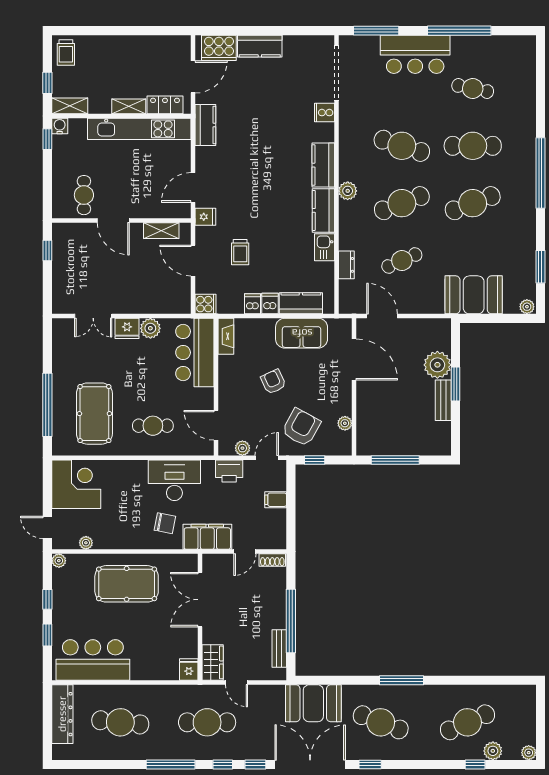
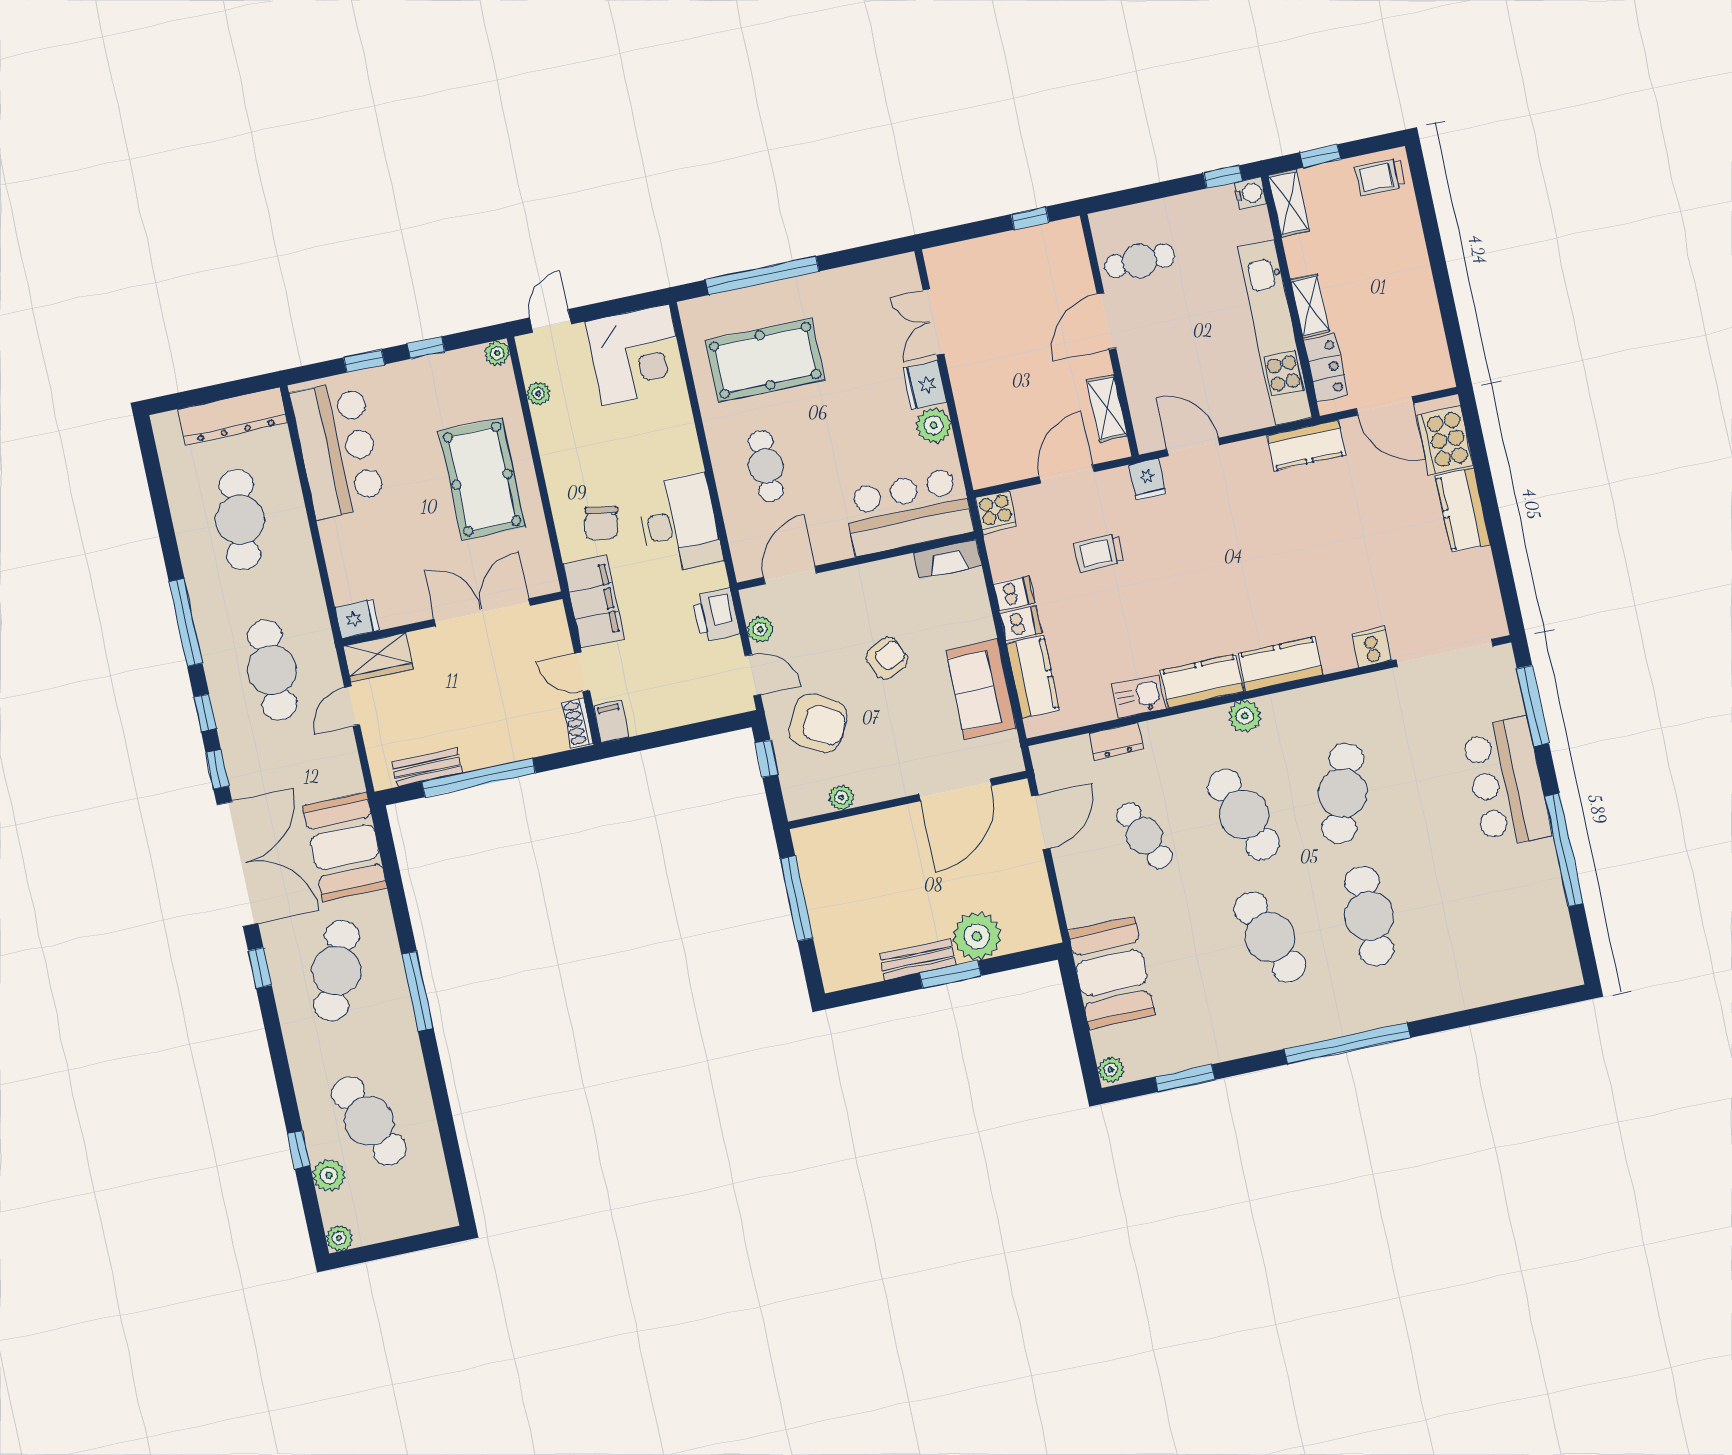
cafe table: (473, 88) -> (1469, 895), removed
filing cabinet: (276, 500) -> (611, 722), moved

